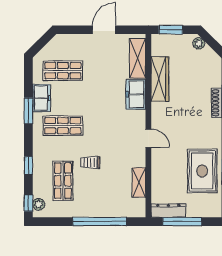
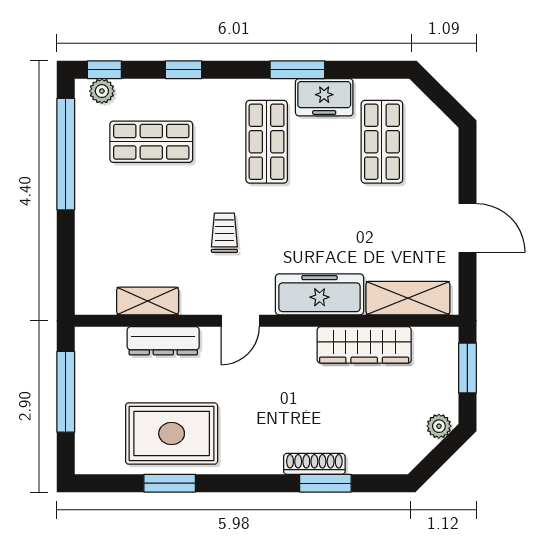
freezer: (136, 94) -> (320, 294), width x1.40
trolley: (90, 162) -> (224, 233), moved
dresser: (168, 211) -> (163, 341), moved, turned 90
window: (99, 222) -> (66, 154), moved

